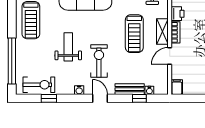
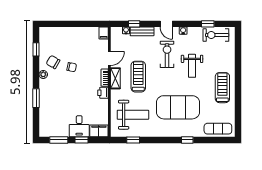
window: (12, 61) -> (238, 54), removed
exercise bike: (99, 61) -> (167, 54), turned 180

